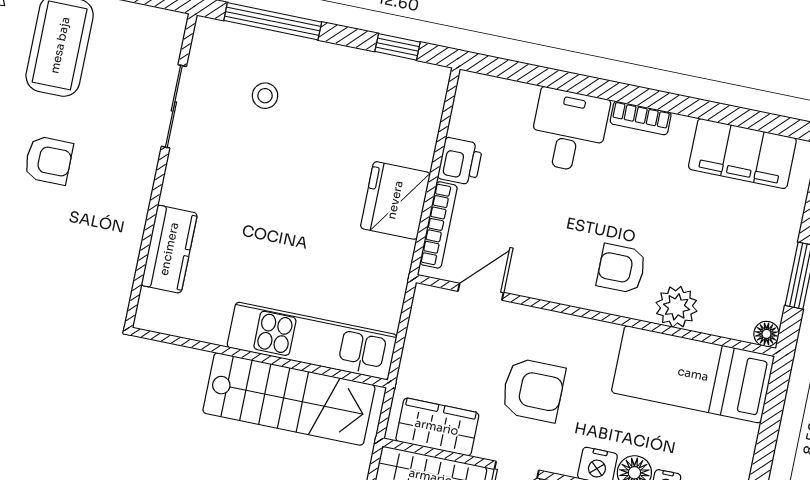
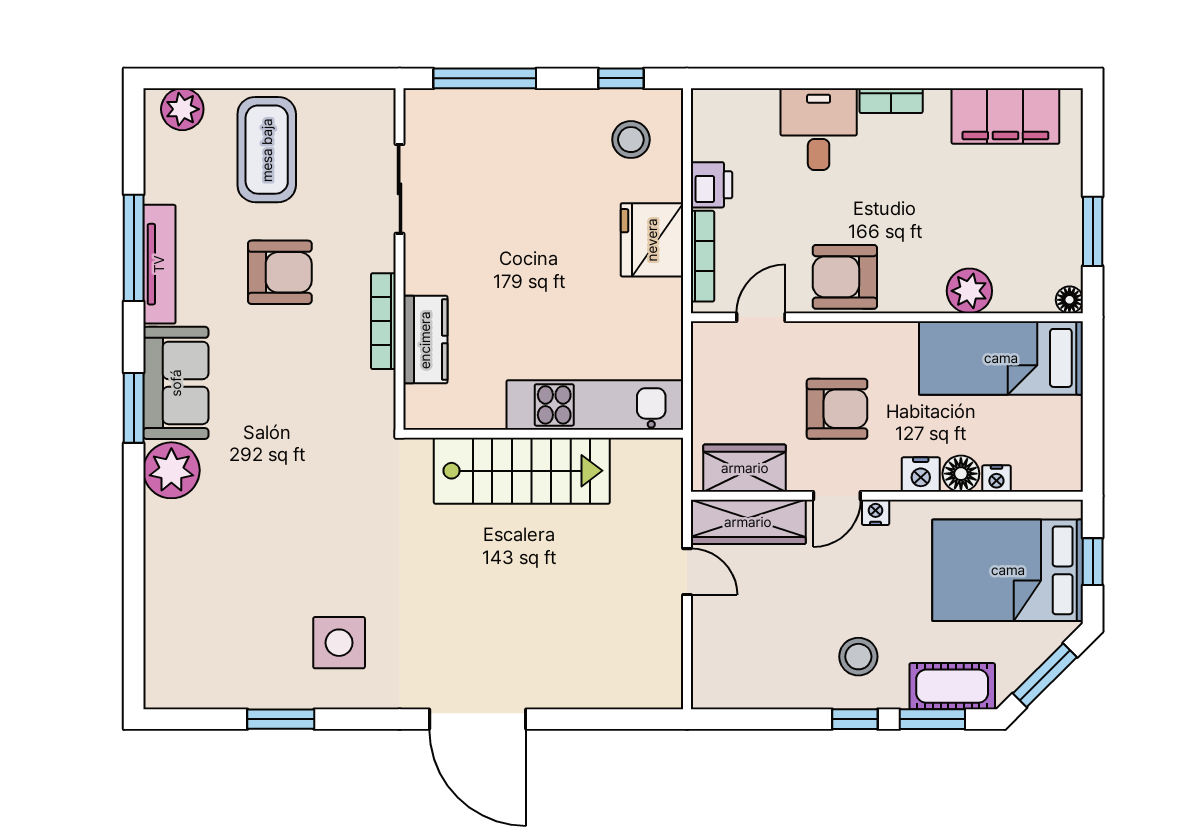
stool: (265, 96) -> (631, 140), moved, width x1.37, depth x1.37
armchair: (49, 160) -> (280, 272), width x1.38, depth x1.38
bookcase: (134, 224) -> (383, 321), added
armchair: (621, 269) -> (845, 277), moved, width x1.38, depth x1.38
stairs: (289, 399) -> (522, 471), moved

